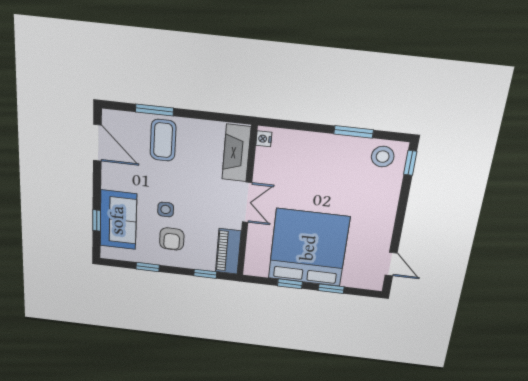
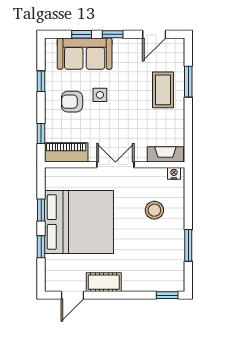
coffee table: (163, 140) -> (163, 90), turned 90
door: (97, 143) -> (154, 34), width x0.73
fireplace: (236, 153) -> (165, 154), width x0.73, depth x0.76
stool: (383, 157) -> (154, 210), moved
window: (97, 188) -> (113, 34), added
double door: (247, 202) -> (115, 165), swing flipped
cot: (382, 230) -> (104, 282), added

